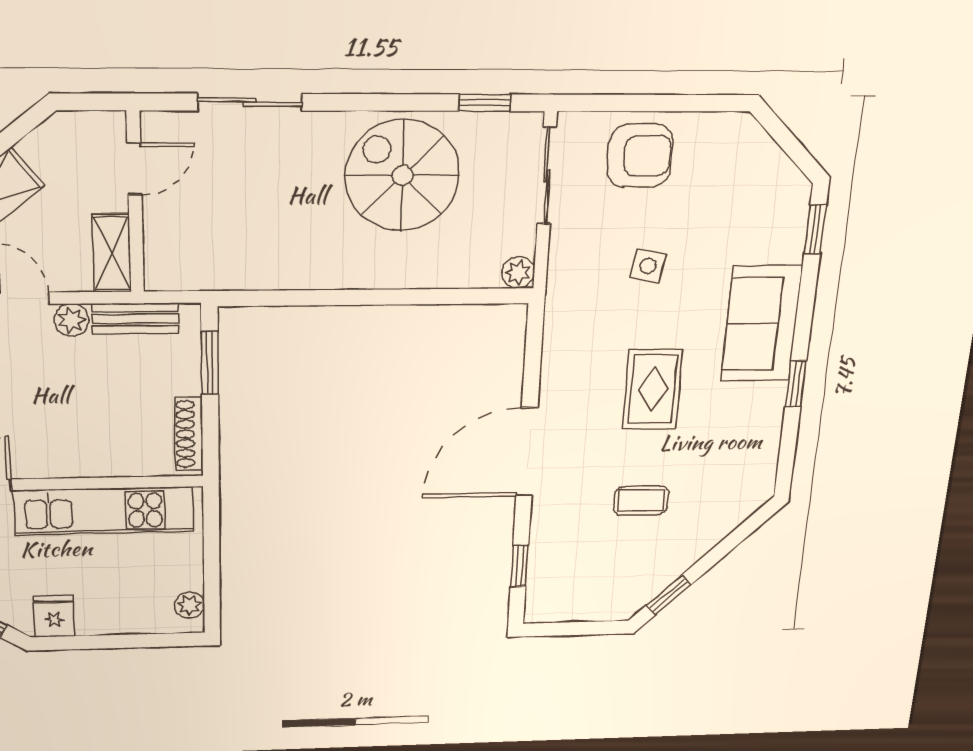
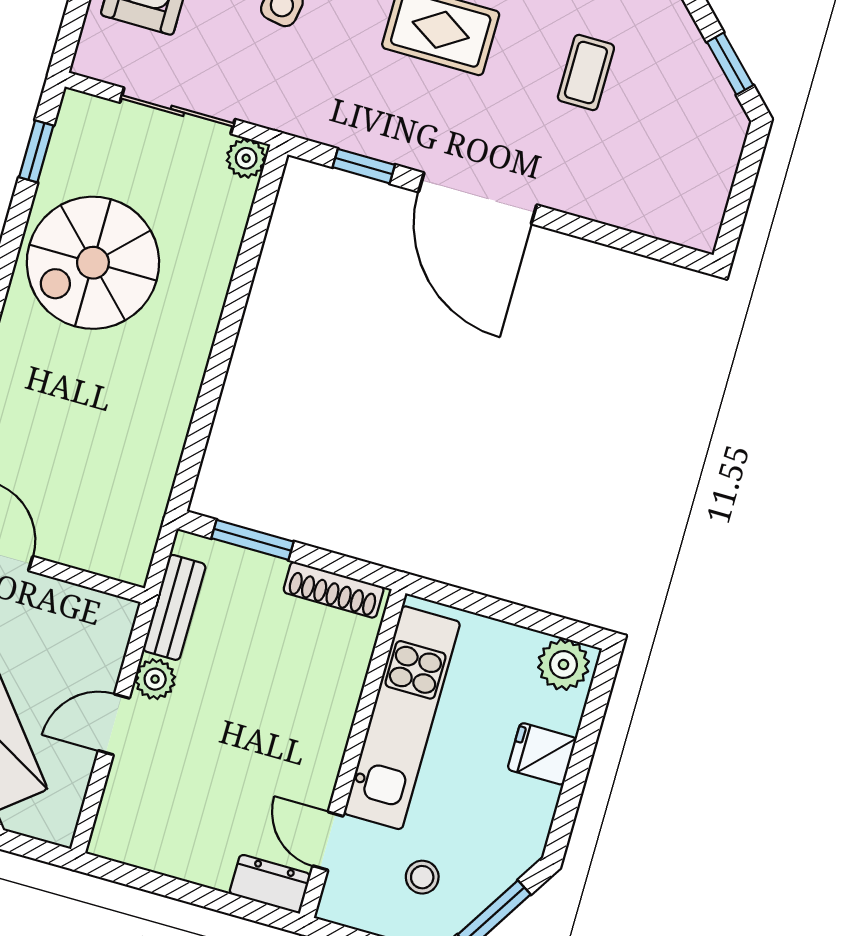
sliding door: (547, 176) -> (177, 111), moved
shelving: (112, 253) -> (90, 610), removed
window: (519, 566) -> (364, 166), moved
plant: (190, 605) -> (564, 664), width x1.38, depth x1.38
fridge: (54, 616) -> (542, 754), moved

